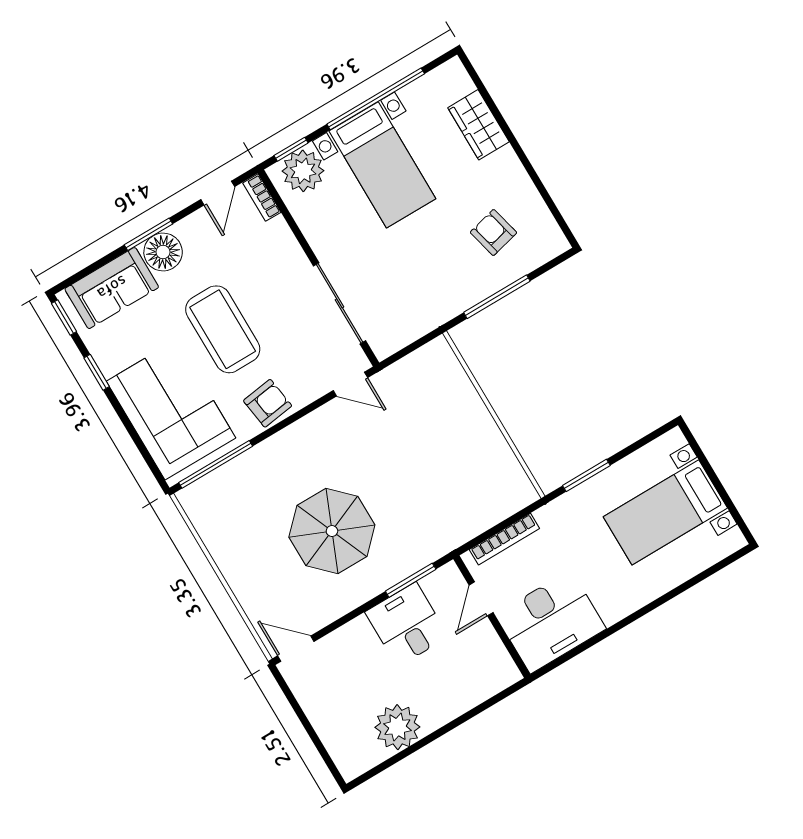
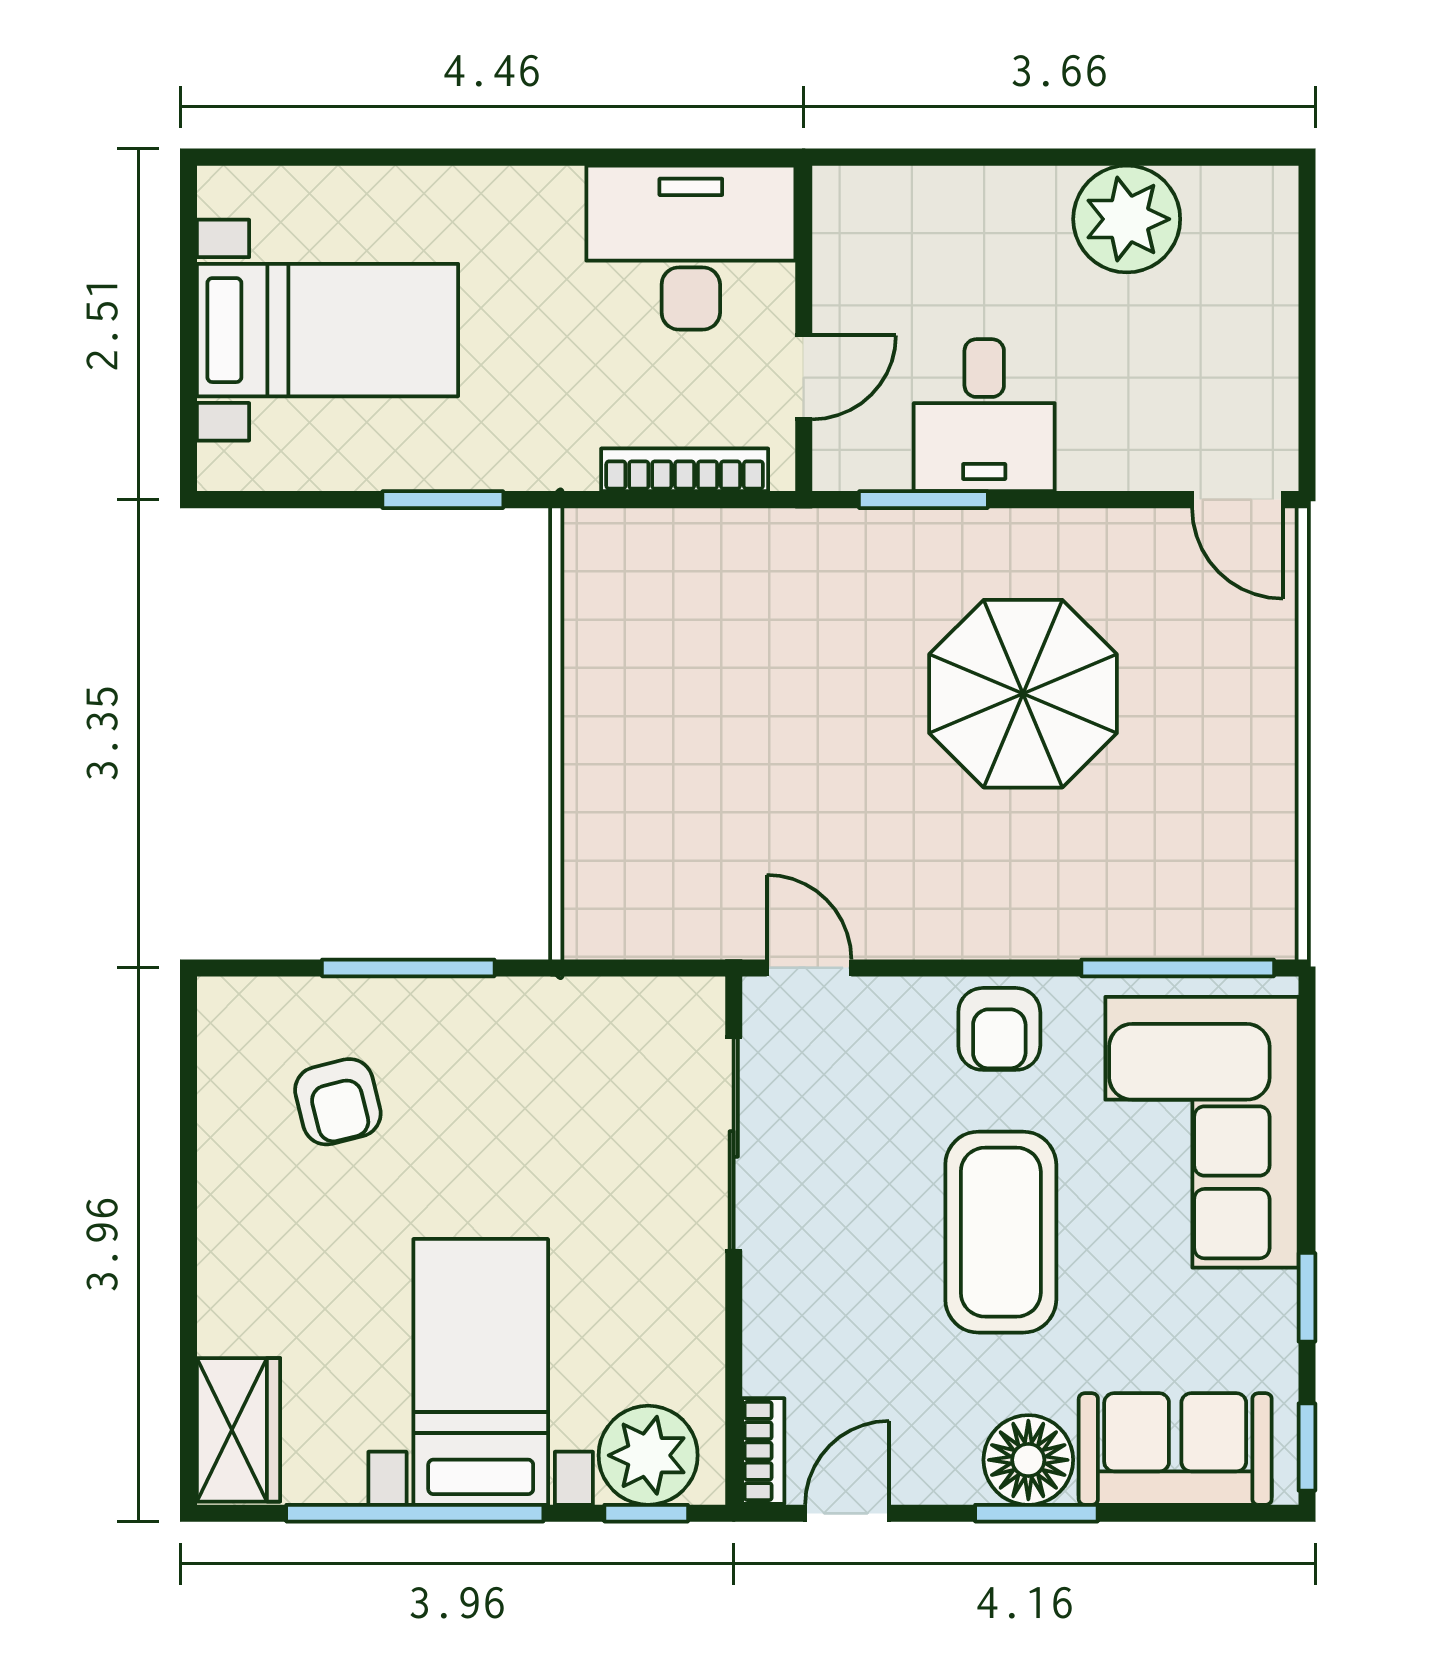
wardrobe: (478, 125) -> (239, 1430), moved
armchair: (268, 403) -> (999, 1029), turned -82

